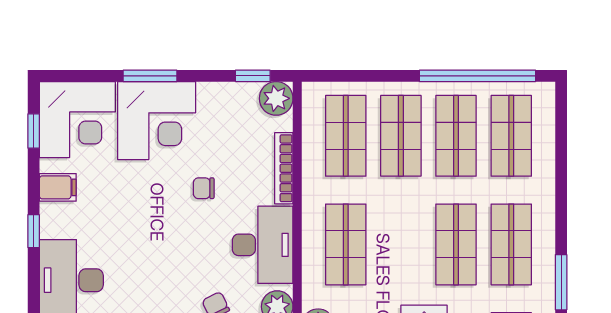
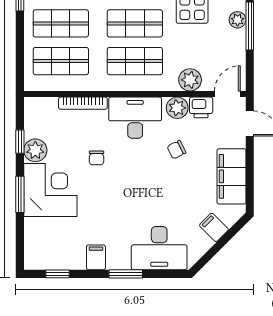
window: (253, 76) -> (20, 142), moved
plant: (276, 98) -> (35, 150), moved
corner desk: (77, 120) -> (50, 244), removed
window: (34, 231) -> (126, 274), width x1.50
shop shelf: (401, 244) -> (135, 23), added

